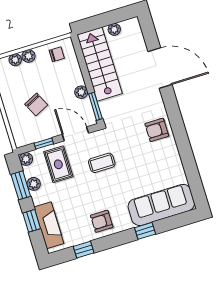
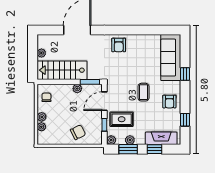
chair: (36, 105) -> (78, 132), moved
coffee table: (102, 163) -> (143, 92), moved

